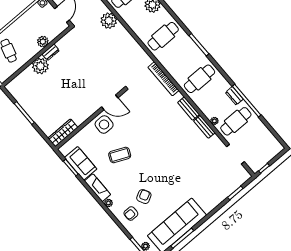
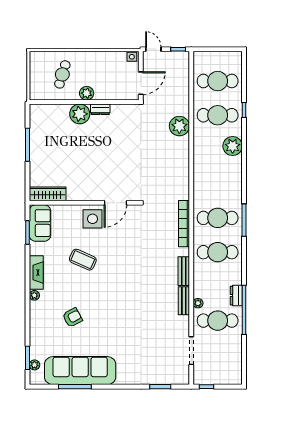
cafe table: (163, 36) -> (218, 218), moved
plant: (43, 42) -> (87, 93), moved
door: (110, 102) -> (115, 203), hinge flipped
sofa: (81, 163) -> (40, 223), moved
armchair: (131, 213) -> (47, 323), removed

